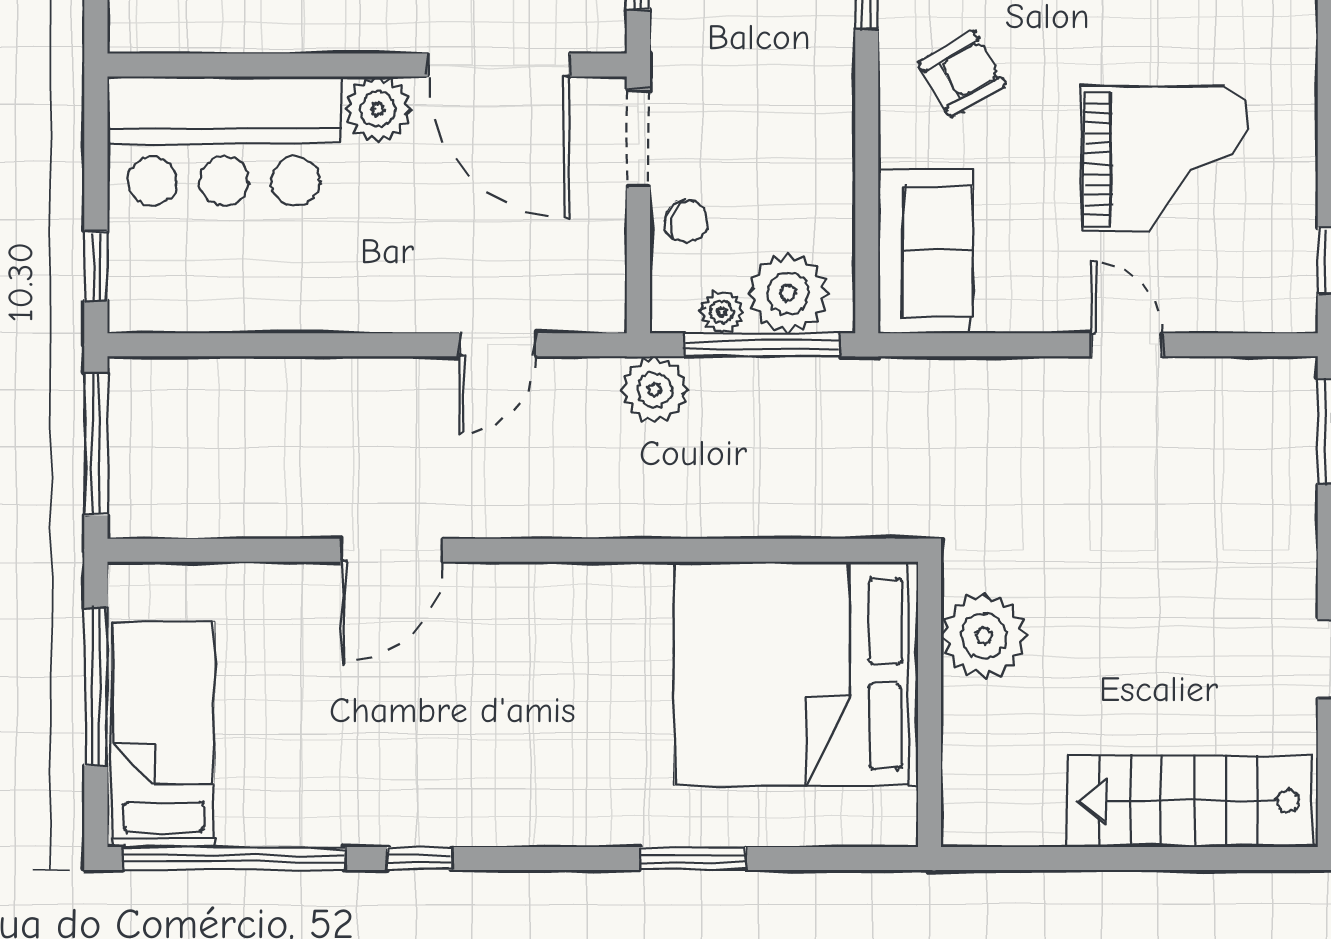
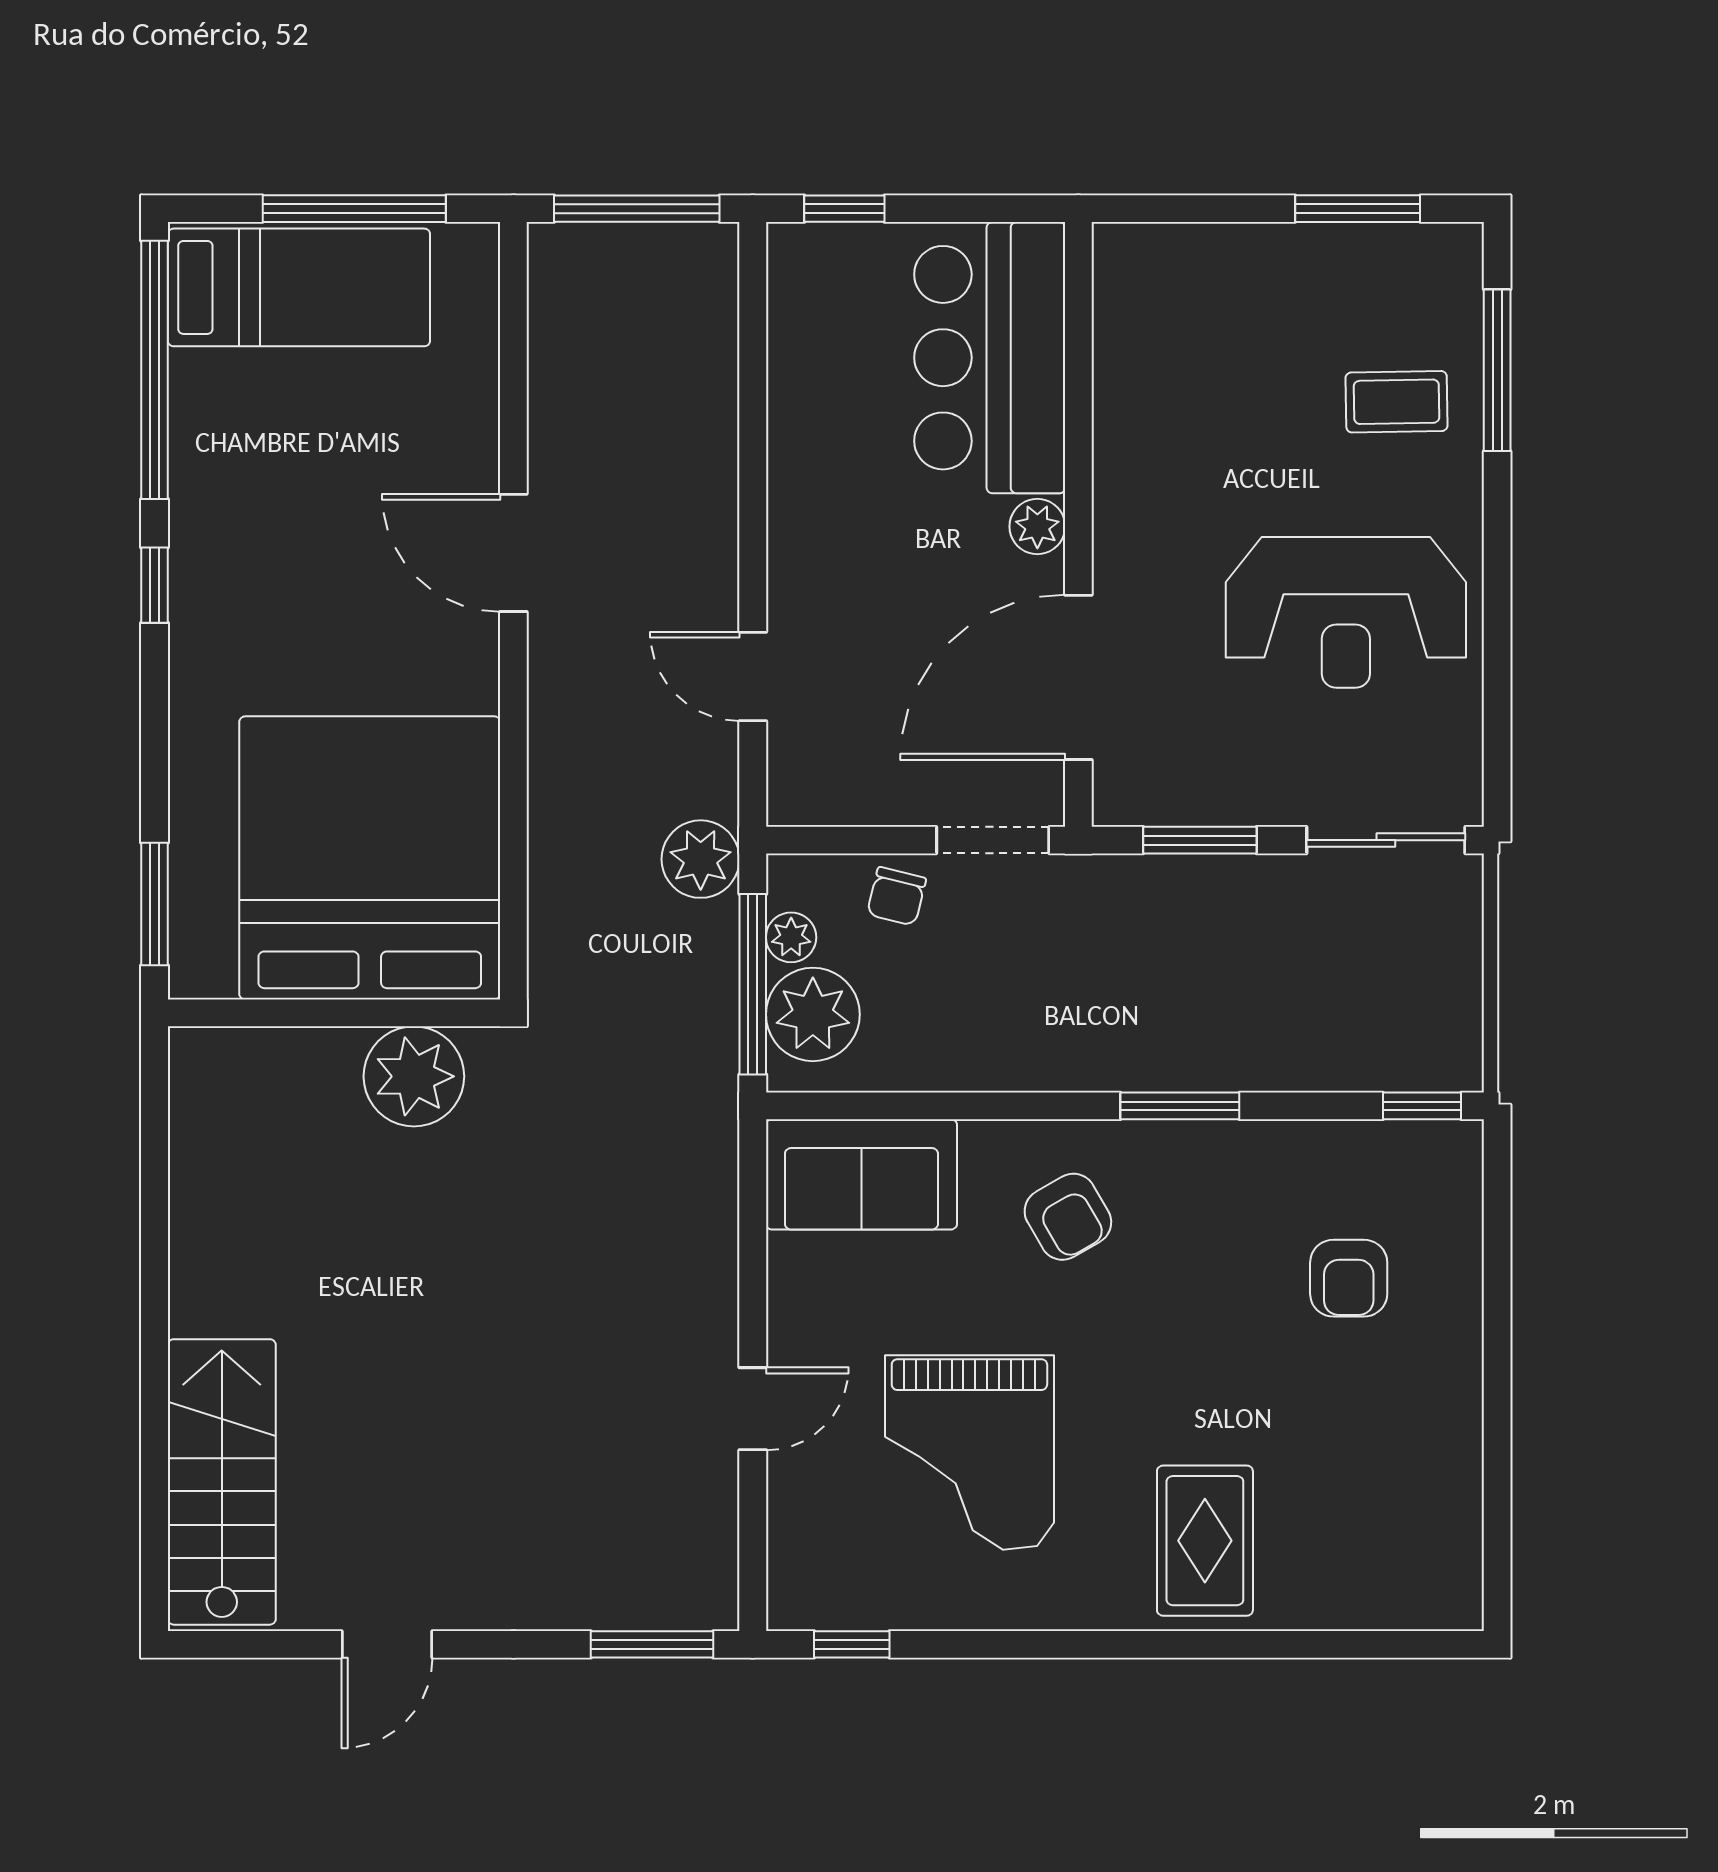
plant: (378, 109) -> (1037, 527), width x0.73, depth x0.73
plant: (984, 636) -> (414, 1076), moved
bed: (796, 674) -> (370, 858), moved
wall: (930, 704) -> (334, 1013), moved

